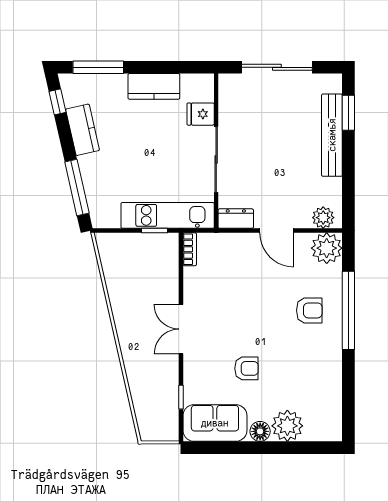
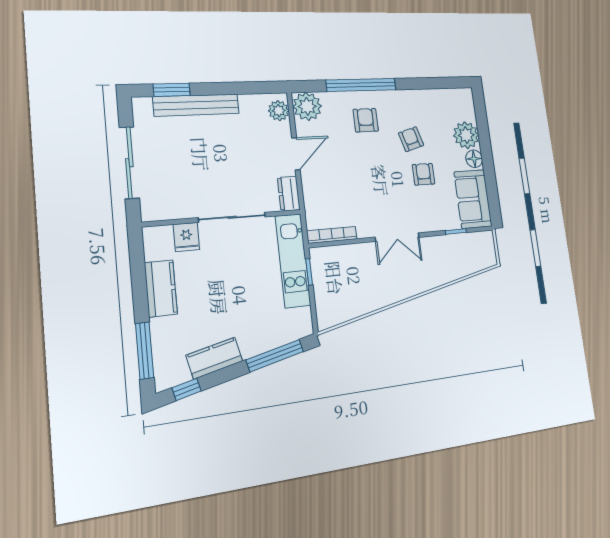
bookcase: (190, 249) -> (332, 235), width x1.56
armchair: (286, 359) -> (411, 139), added

